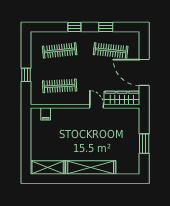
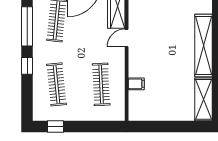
window: (106, 27) -> (27, 26), width x2.17
window: (26, 75) -> (56, 127), moved
filing cabinet: (46, 114) -> (136, 84), moved

